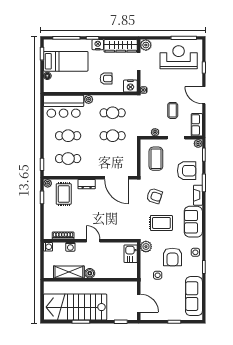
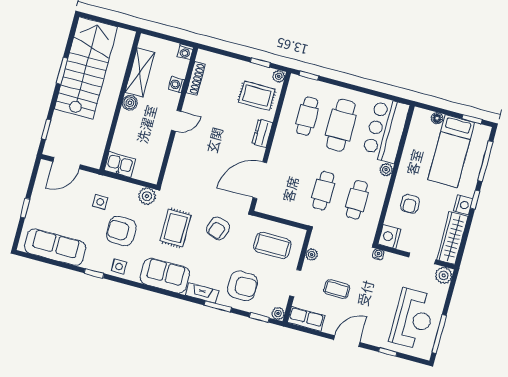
cafe table: (68, 136) -> (341, 125), width x1.37, depth x1.35
armchair: (187, 171) -> (243, 286), turned -90
kitchen sink: (131, 254) -> (120, 165), moved

